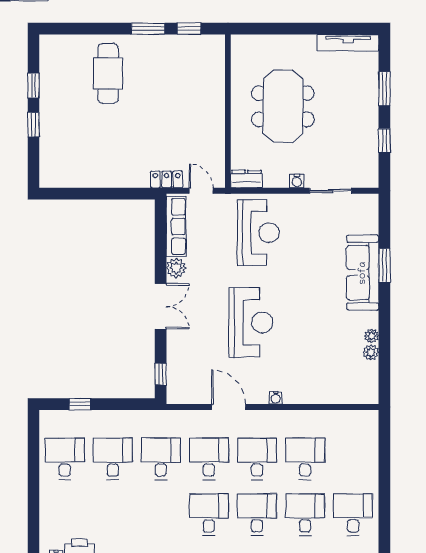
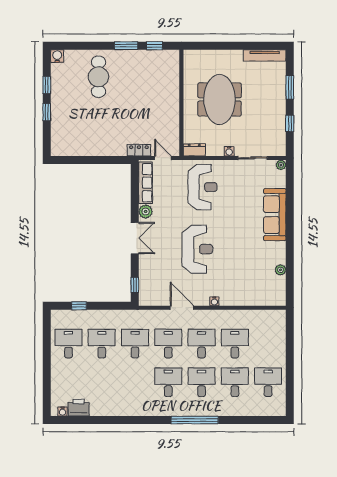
water cooler: (48, 44) -> (57, 56), added
window: (384, 265) -> (290, 210), removed
plant: (372, 336) -> (281, 165), moved

